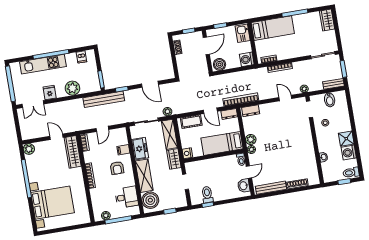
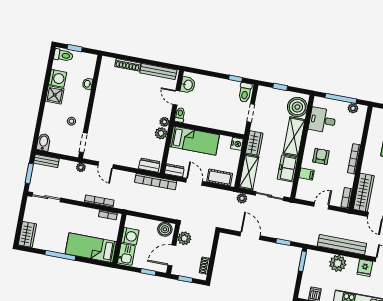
washing machine: (247, 59) -> (130, 236), moved
plant: (201, 63) -> (184, 238), added
bench: (104, 99) -> (342, 245), moved
bidet: (330, 100) -> (43, 142), moved
door: (249, 172) -> (176, 98), hinge flipped
toilet: (207, 195) -> (245, 92), moved

